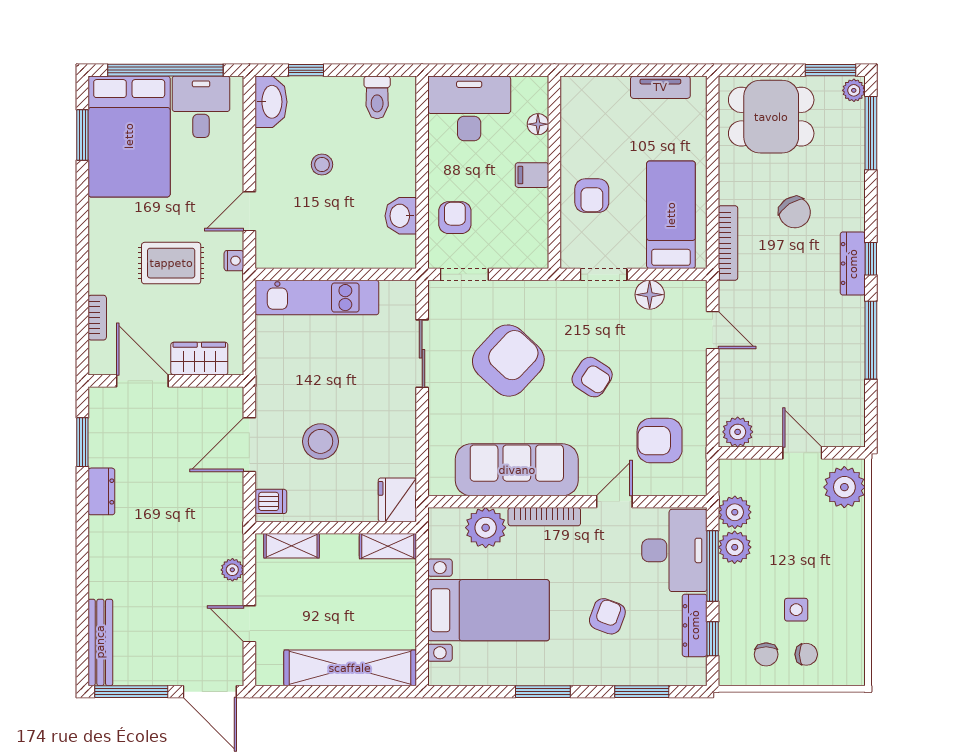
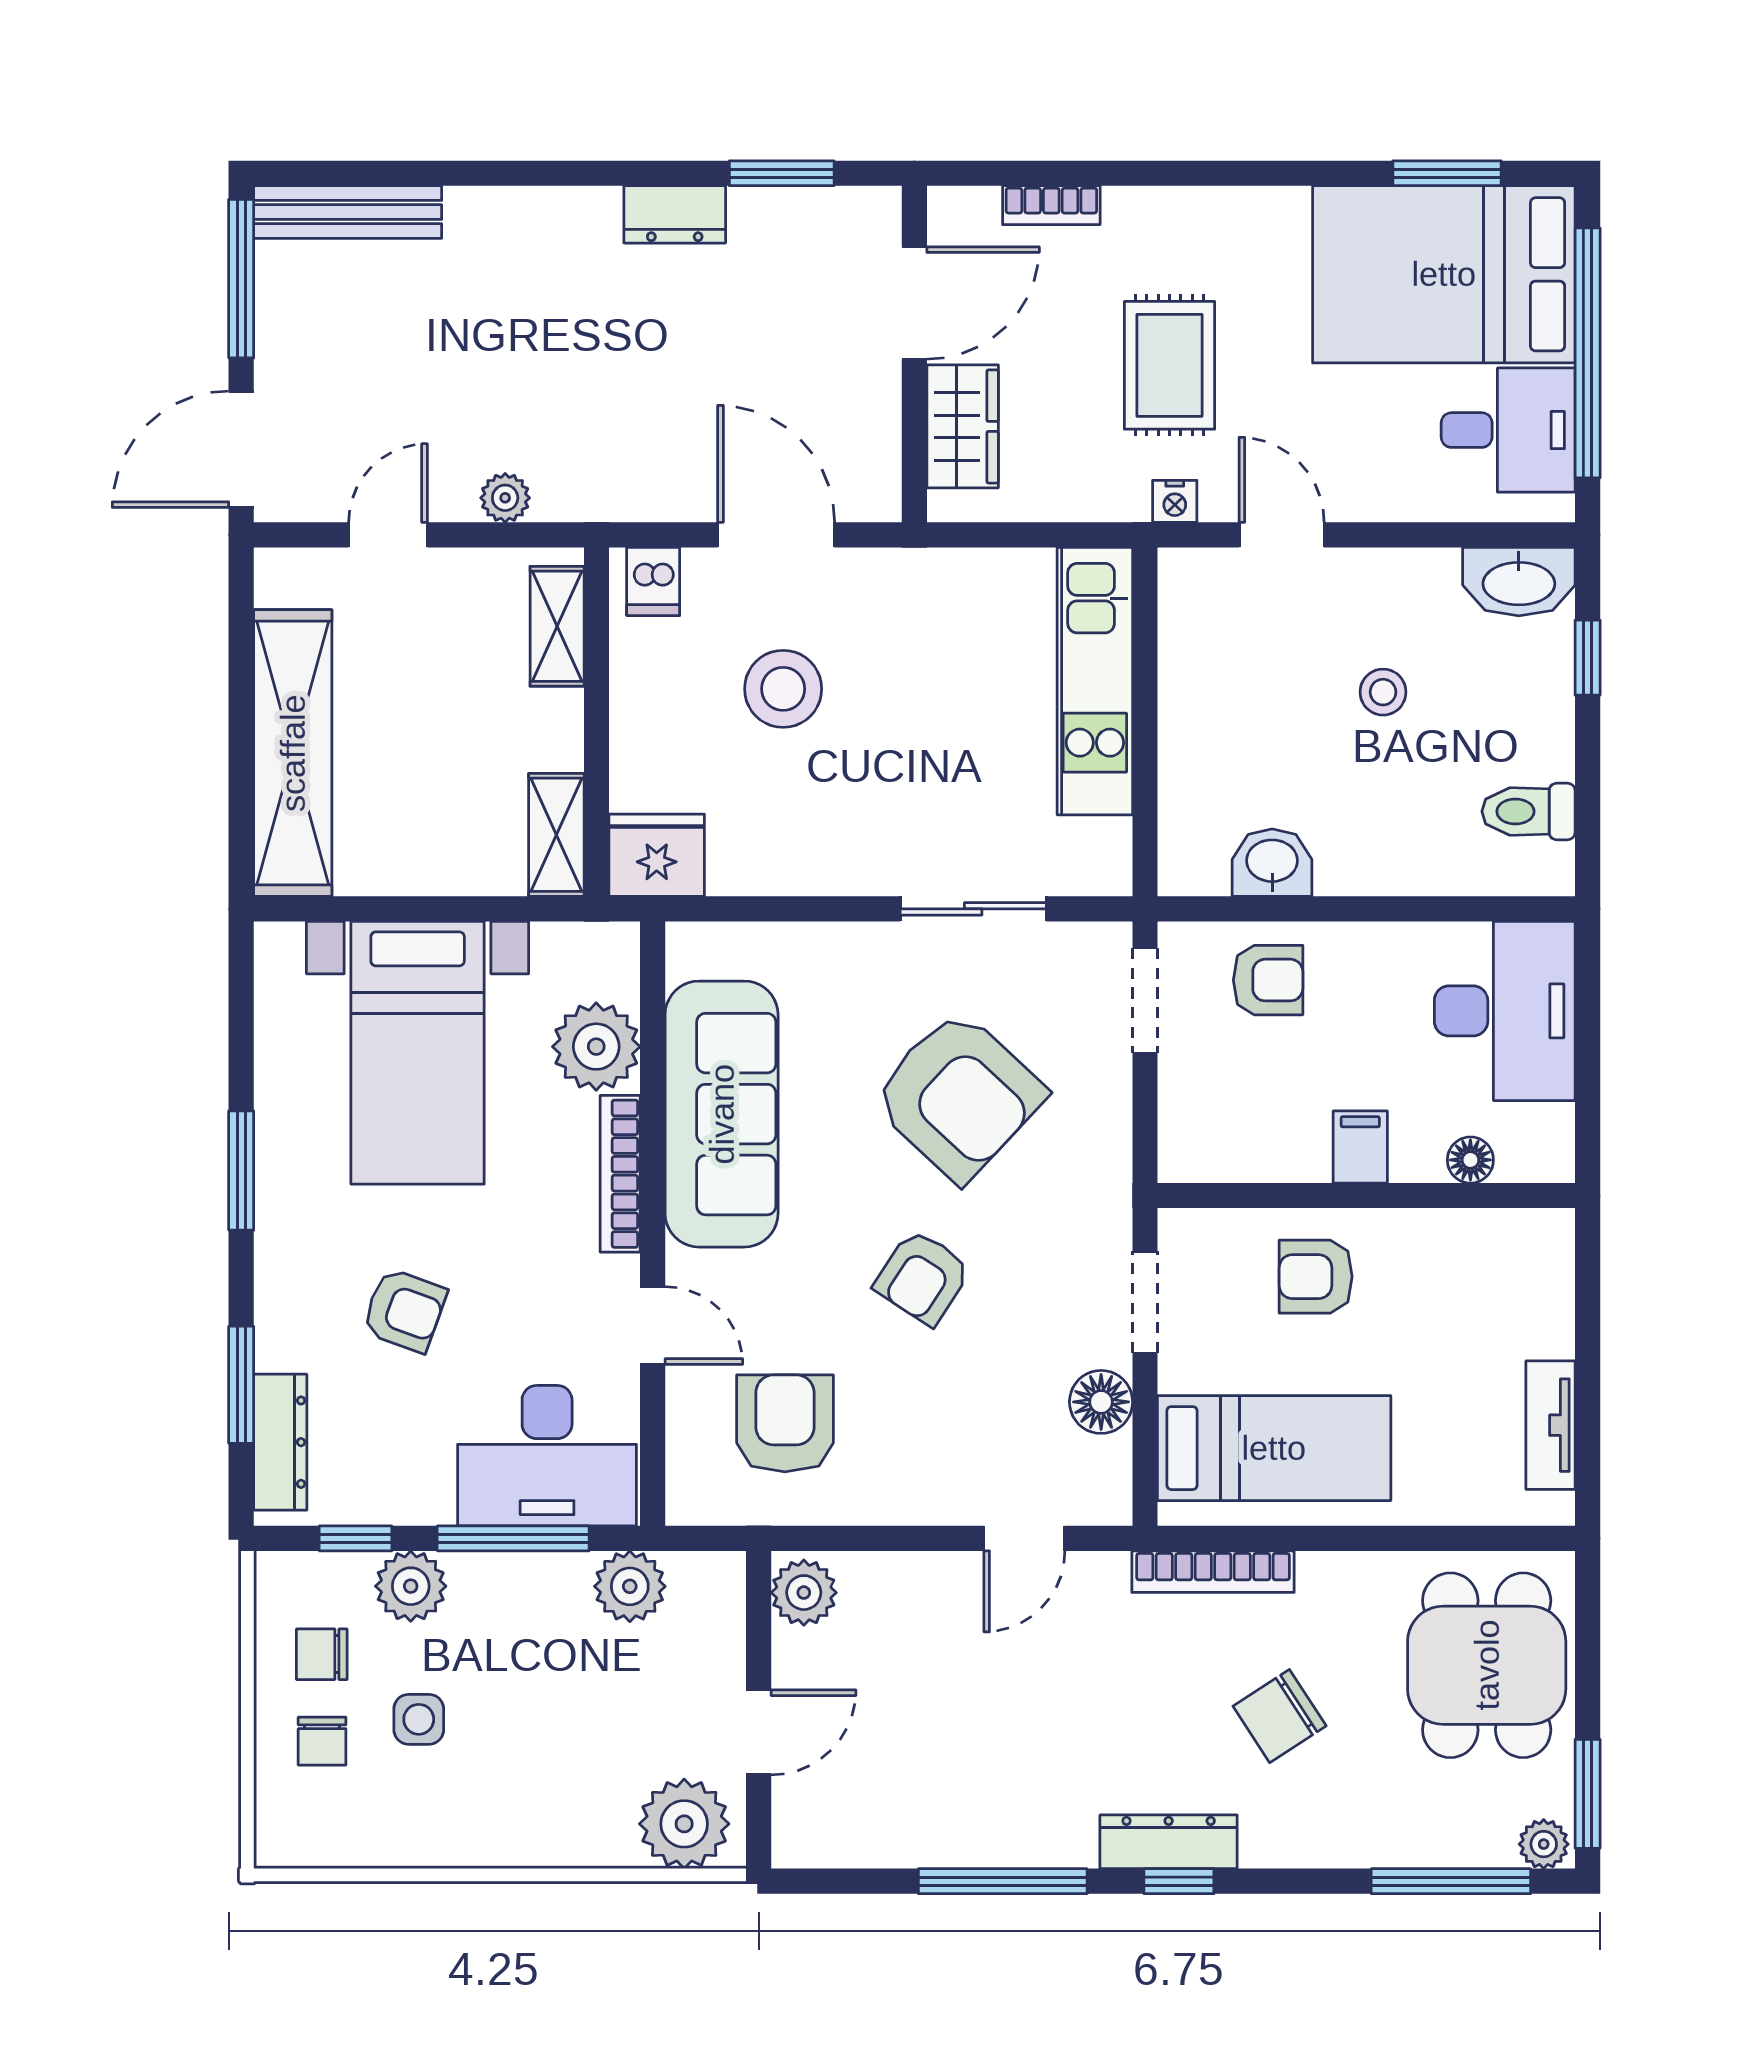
plant: (735, 547) -> (411, 1586), moved
dresser: (695, 625) -> (280, 1442), moved, turned 90

